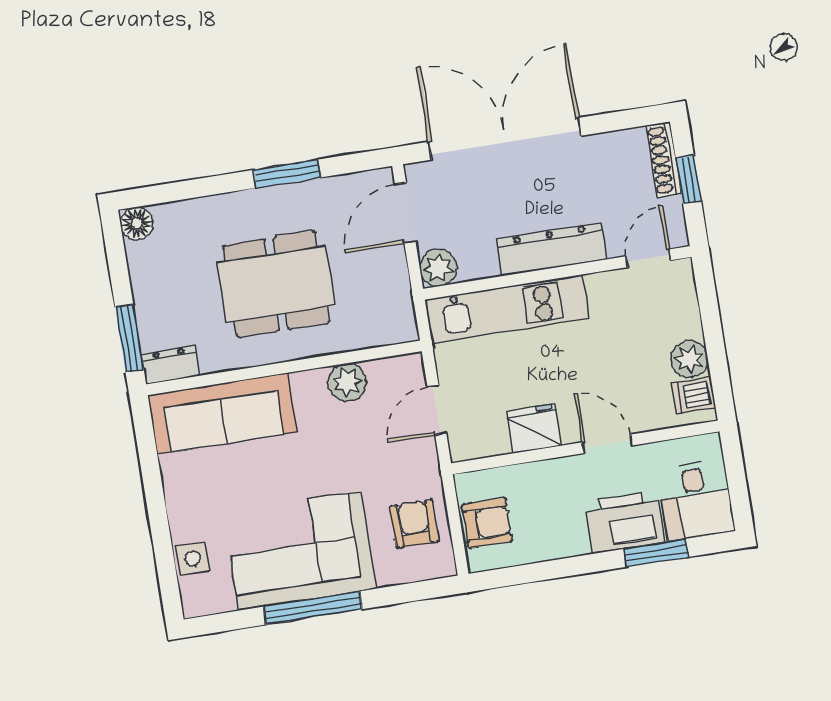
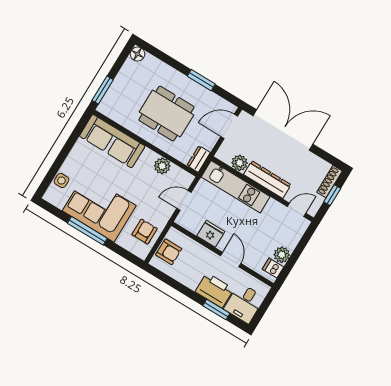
plant: (438, 268) -> (240, 163), moved
dresser: (170, 365) -> (199, 159), moved, turned -90

